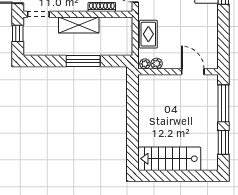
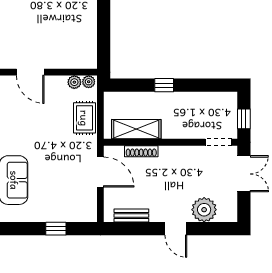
shelving: (79, 25) -> (136, 129), moved
window: (83, 61) -> (164, 85), width x0.46

